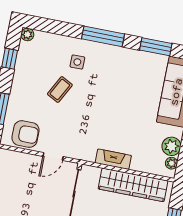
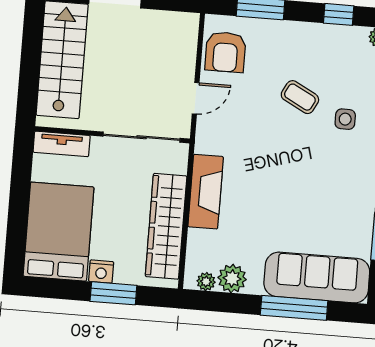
door: (53, 156) -> (196, 98), swing flipped
fireplace: (113, 159) -> (206, 192), width x1.37, depth x1.32

